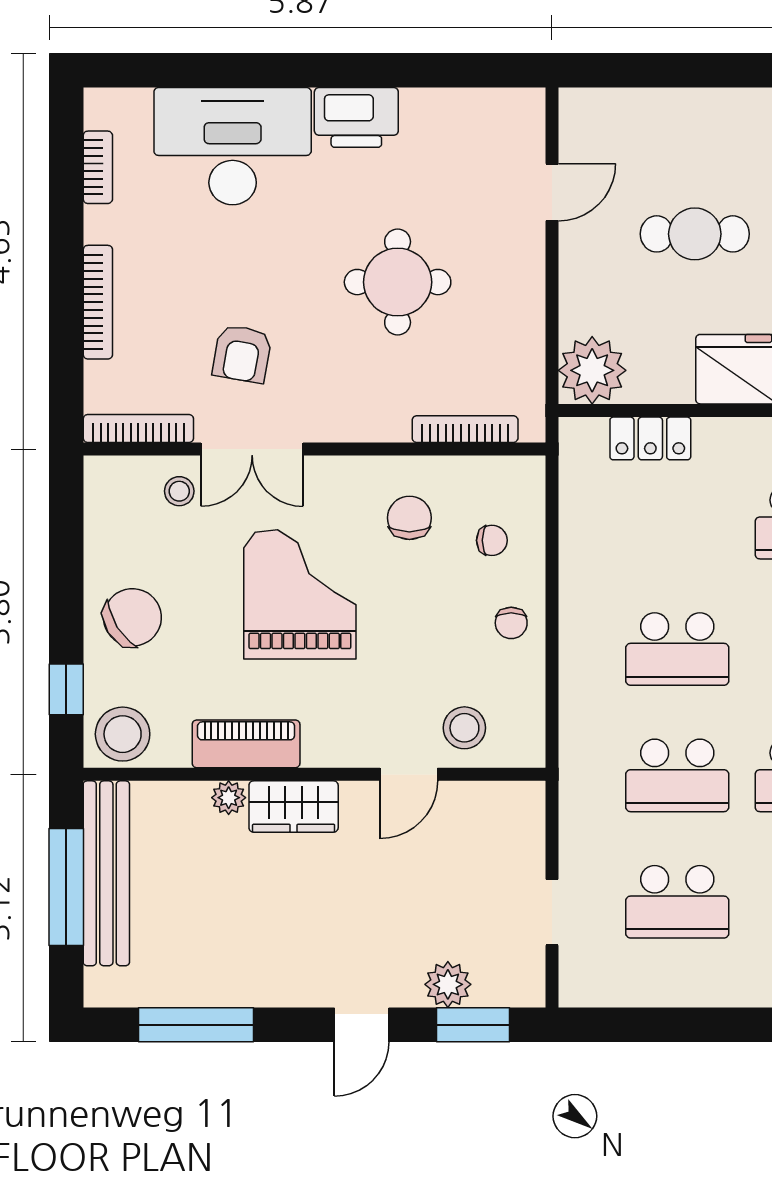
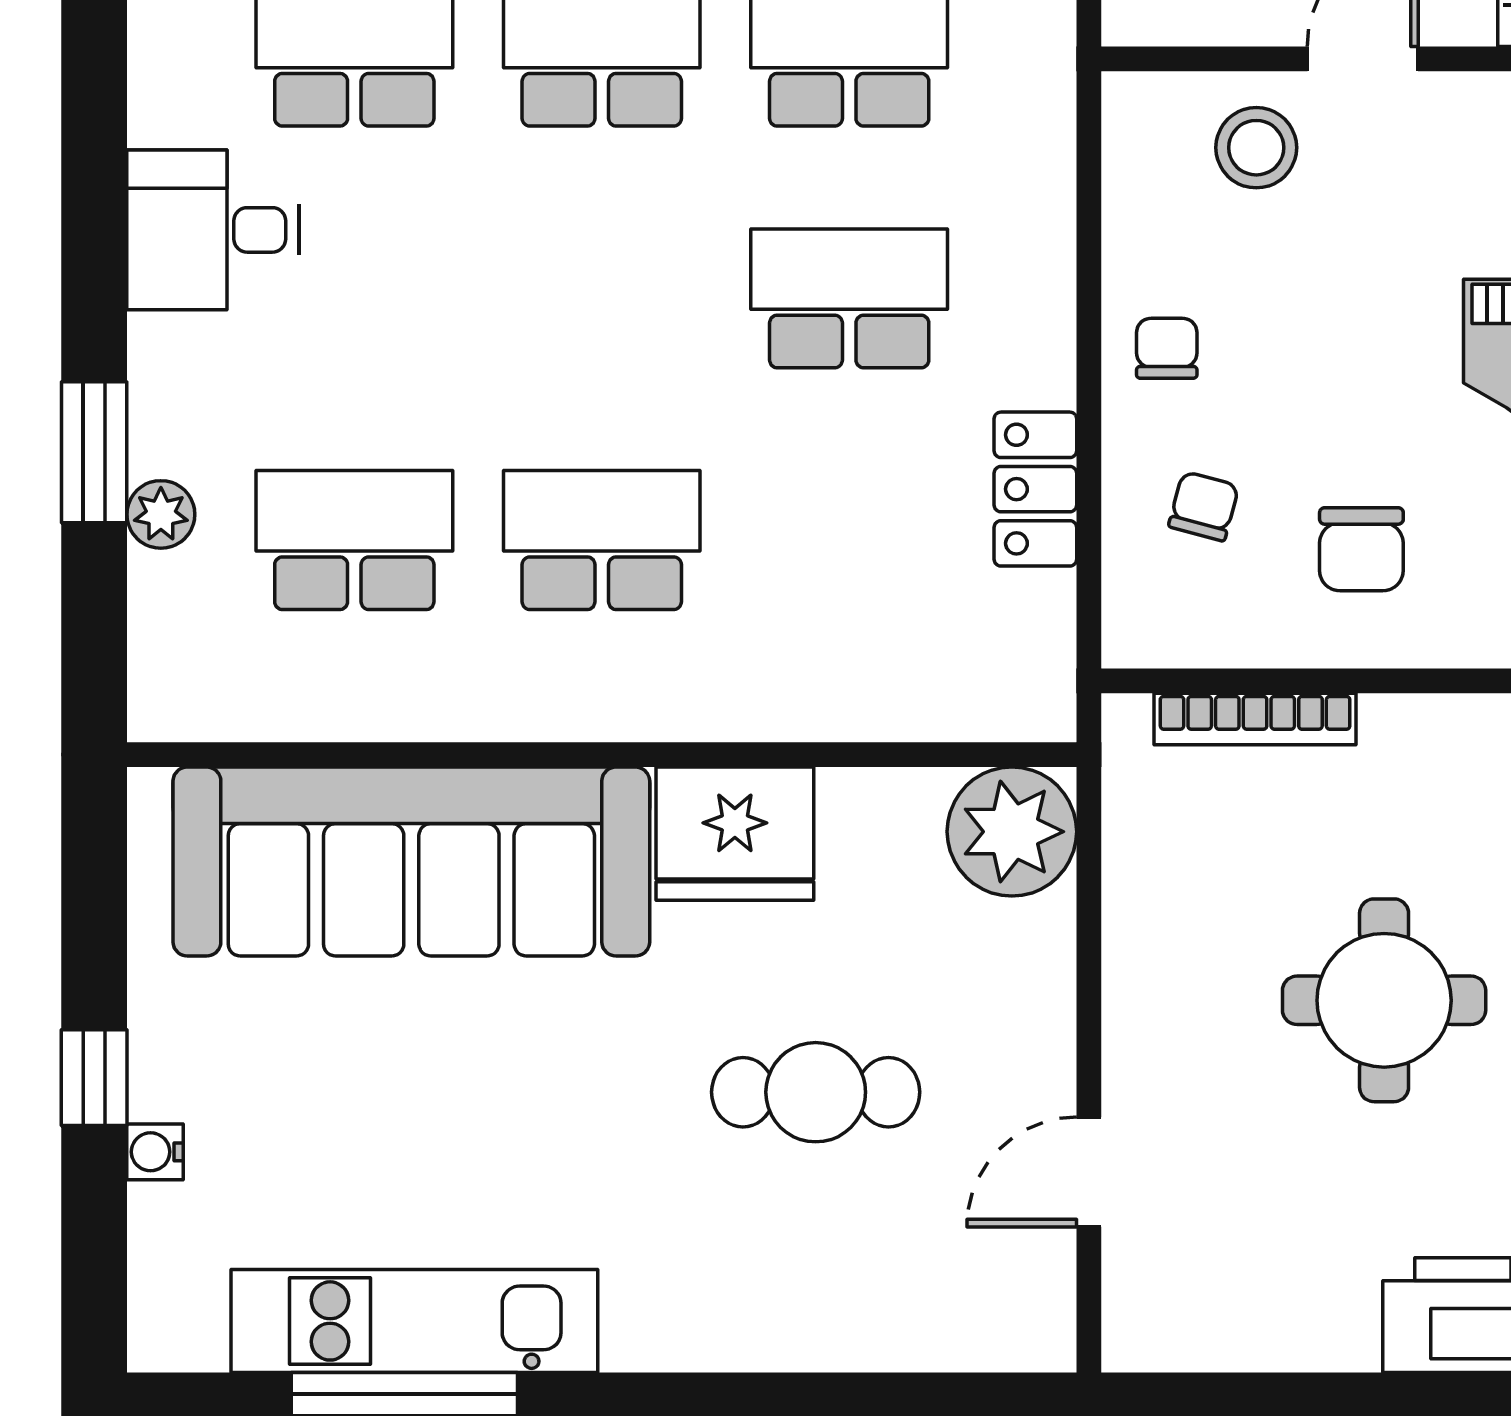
locker: (650, 438) -> (1035, 489), moved, turned -90
chair: (492, 540) -> (1204, 506), turned 105

